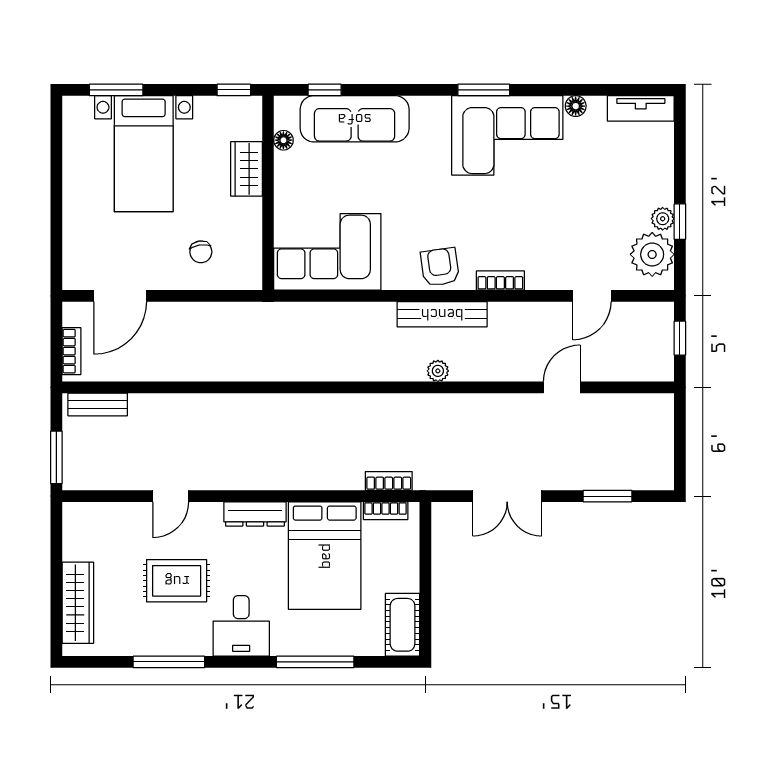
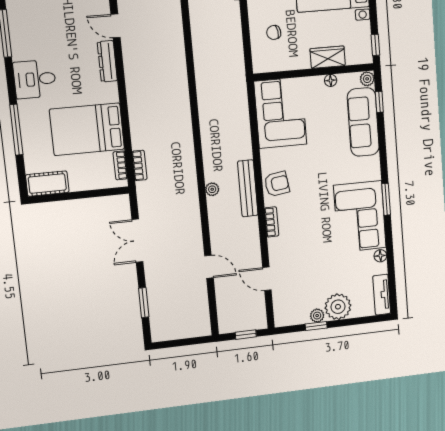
plant: (286, 107) -> (367, 79), added
floor lamp: (283, 140) -> (331, 80), moved
plant: (652, 254) -> (338, 307), moved
dresser: (255, 514) -> (107, 61), moved
rug: (177, 581) -> (60, 34), removed

